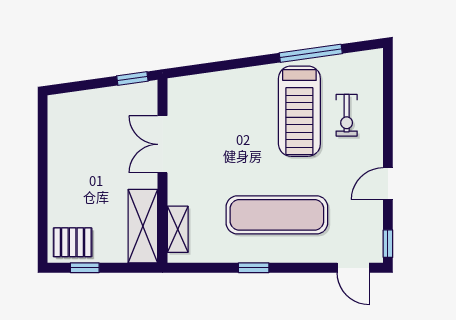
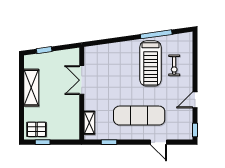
window: (132, 78) -> (44, 50), moved
shelving: (143, 226) -> (31, 88), moved
window: (254, 268) -> (109, 142), moved
door: (353, 268) -> (158, 142), moved

